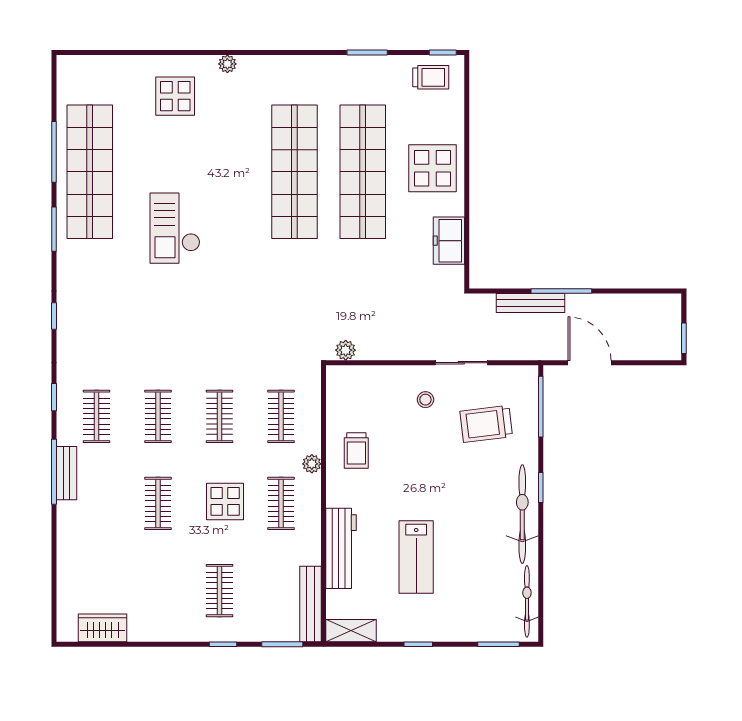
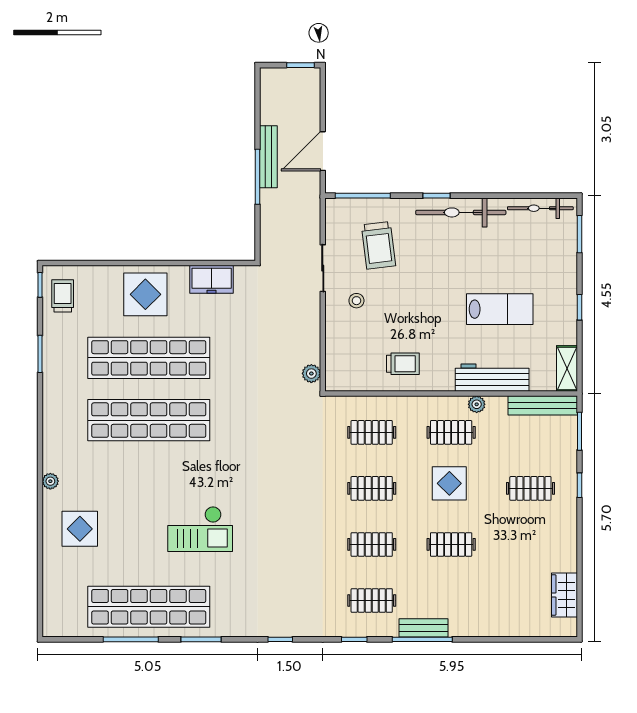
bench: (530, 303) -> (268, 157), moved
plant: (312, 464) -> (477, 404), moved

